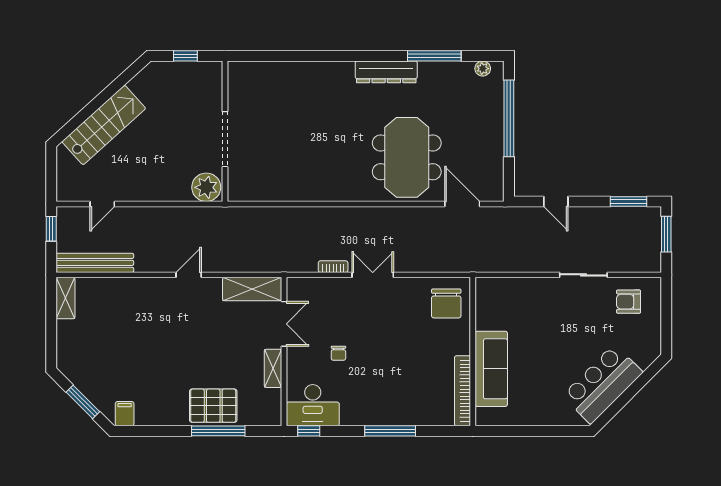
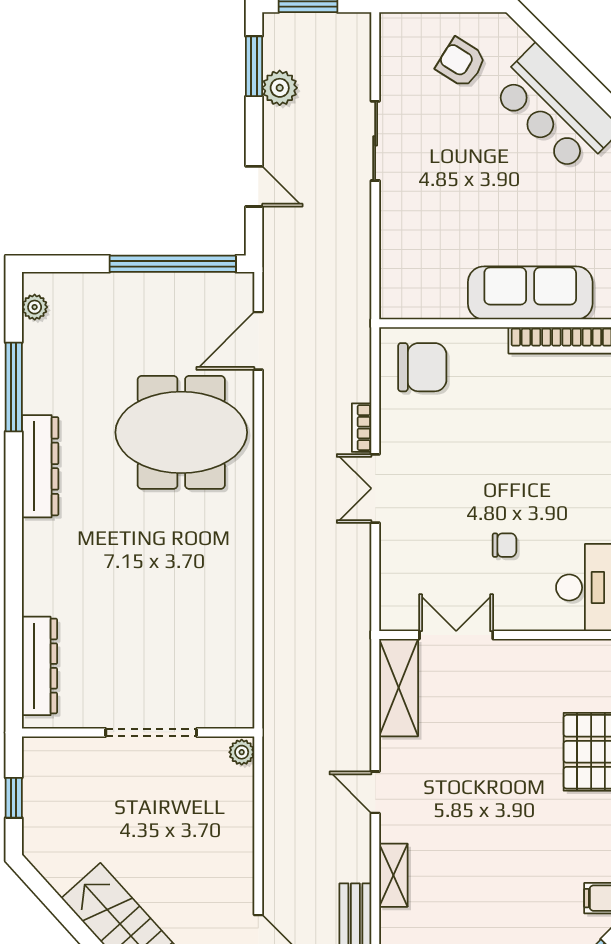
dresser: (265, 71) -> (39, 666), added
window: (509, 118) -> (173, 264), moved
plant: (206, 187) -> (242, 752), width x0.53, depth x0.53
door: (556, 201) -> (254, 186), hinge flipped
plant: (615, 217) -> (280, 88), added
bookcase: (333, 267) -> (362, 428), moved
armchair: (628, 302) -> (461, 63), moved, turned 122
shelving: (273, 368) -> (393, 875), moved, turned 90

